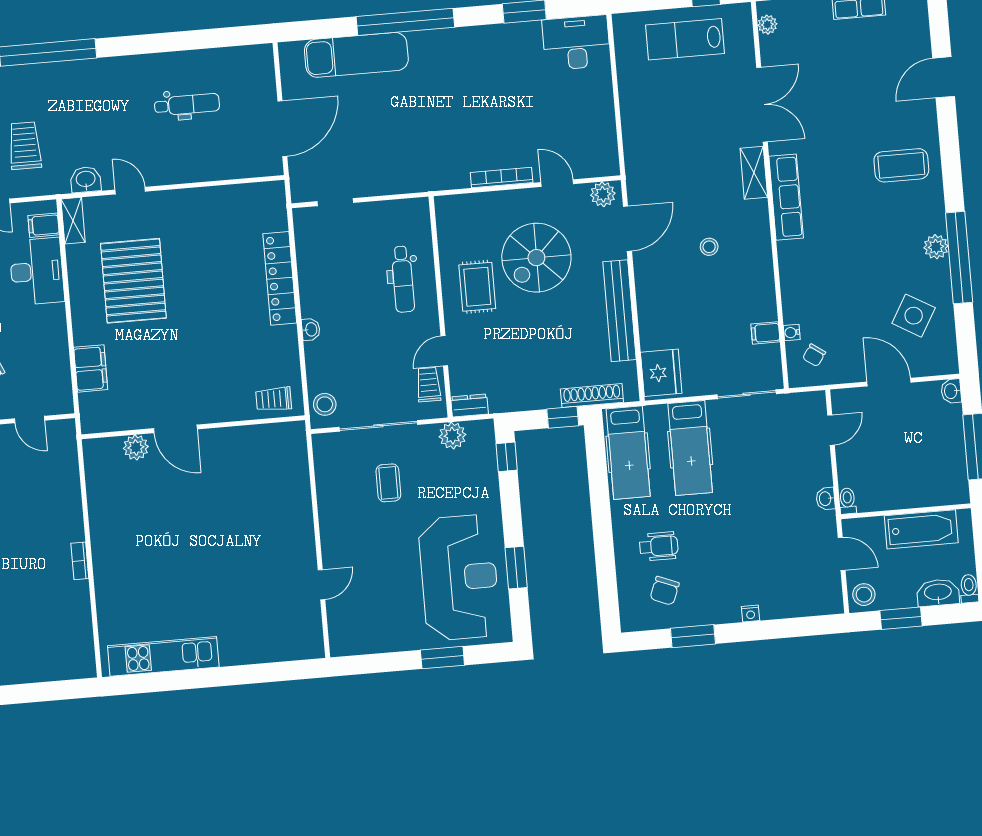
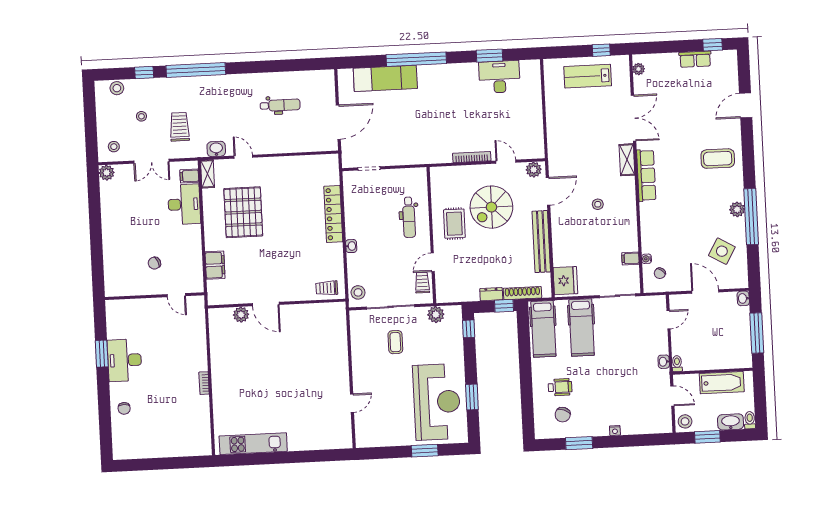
desk: (576, 43) -> (499, 77), moved
dresser: (470, 405) -> (491, 294), moved

